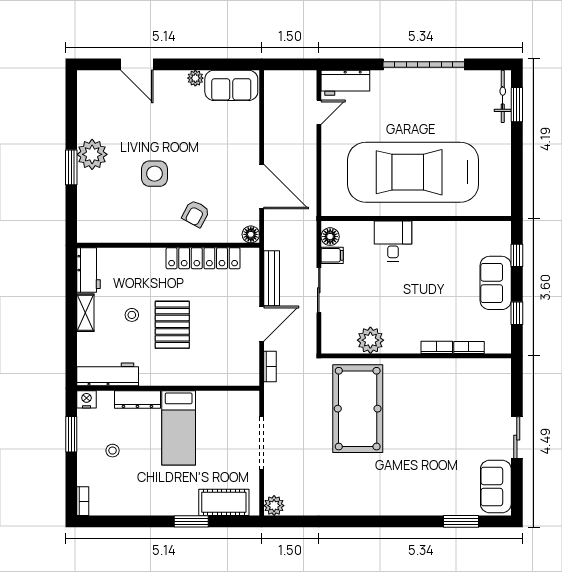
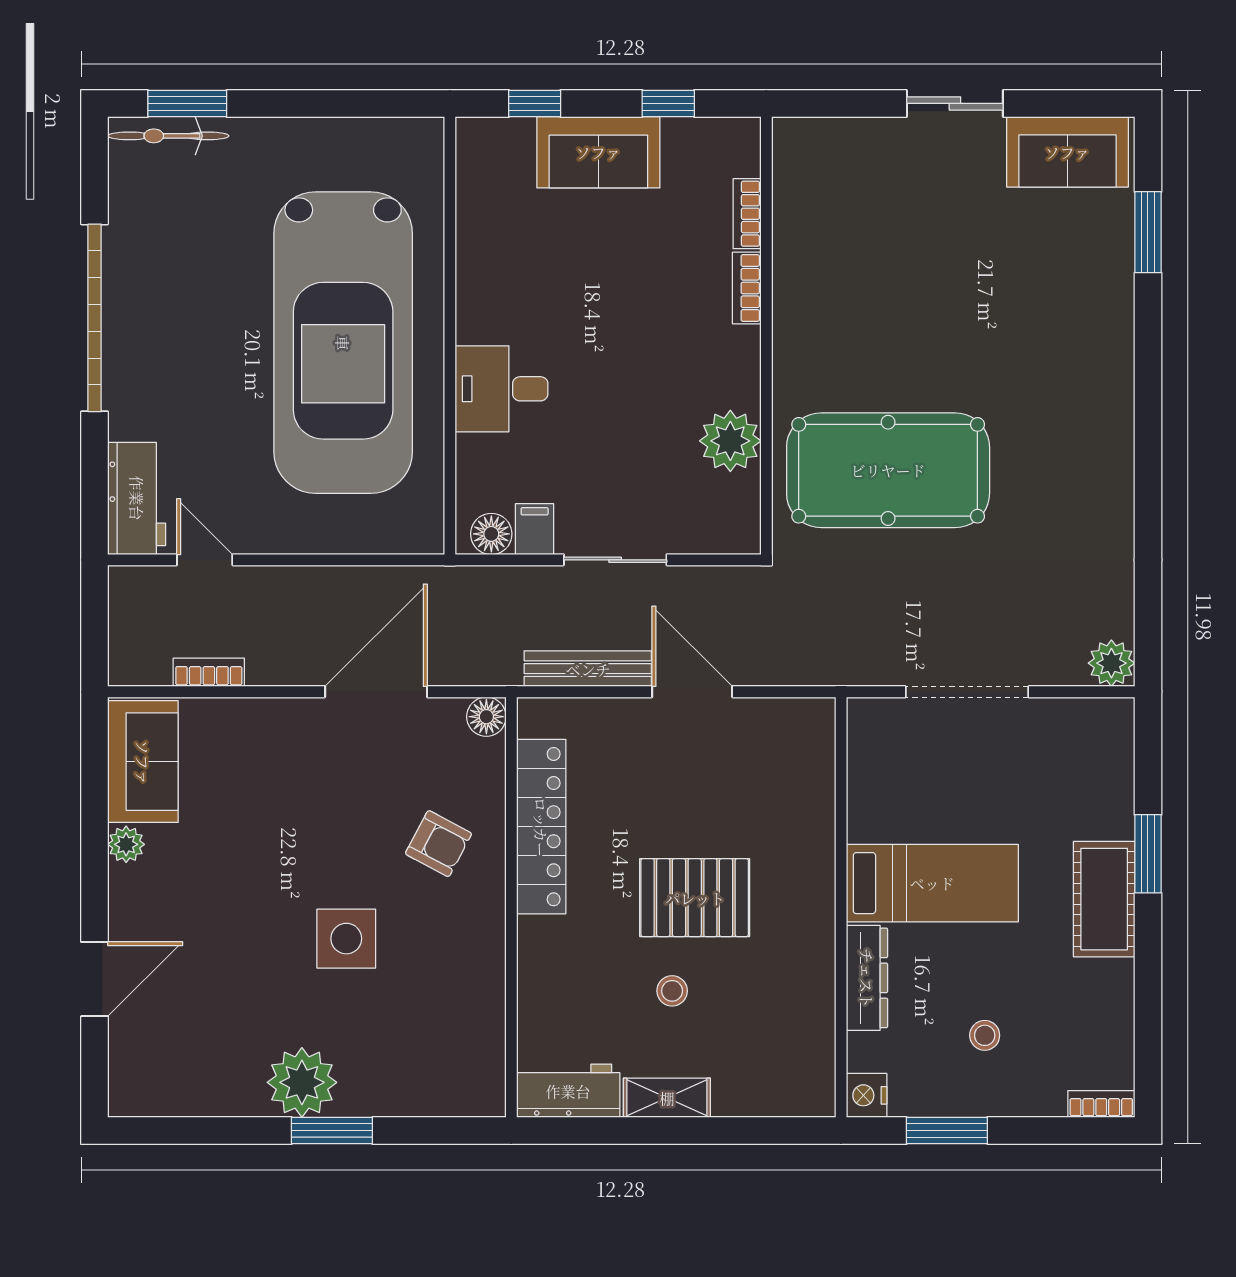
bookcase: (270, 367) -> (209, 672), moved
workbench: (108, 374) -> (809, 1046), removed
cot: (224, 502) -> (1104, 899), moved

